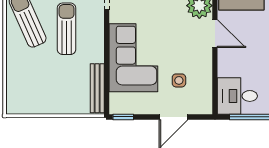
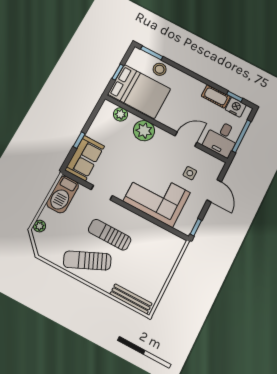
door: (215, 34) -> (186, 139), moved
bench: (97, 88) -> (131, 299), moved

